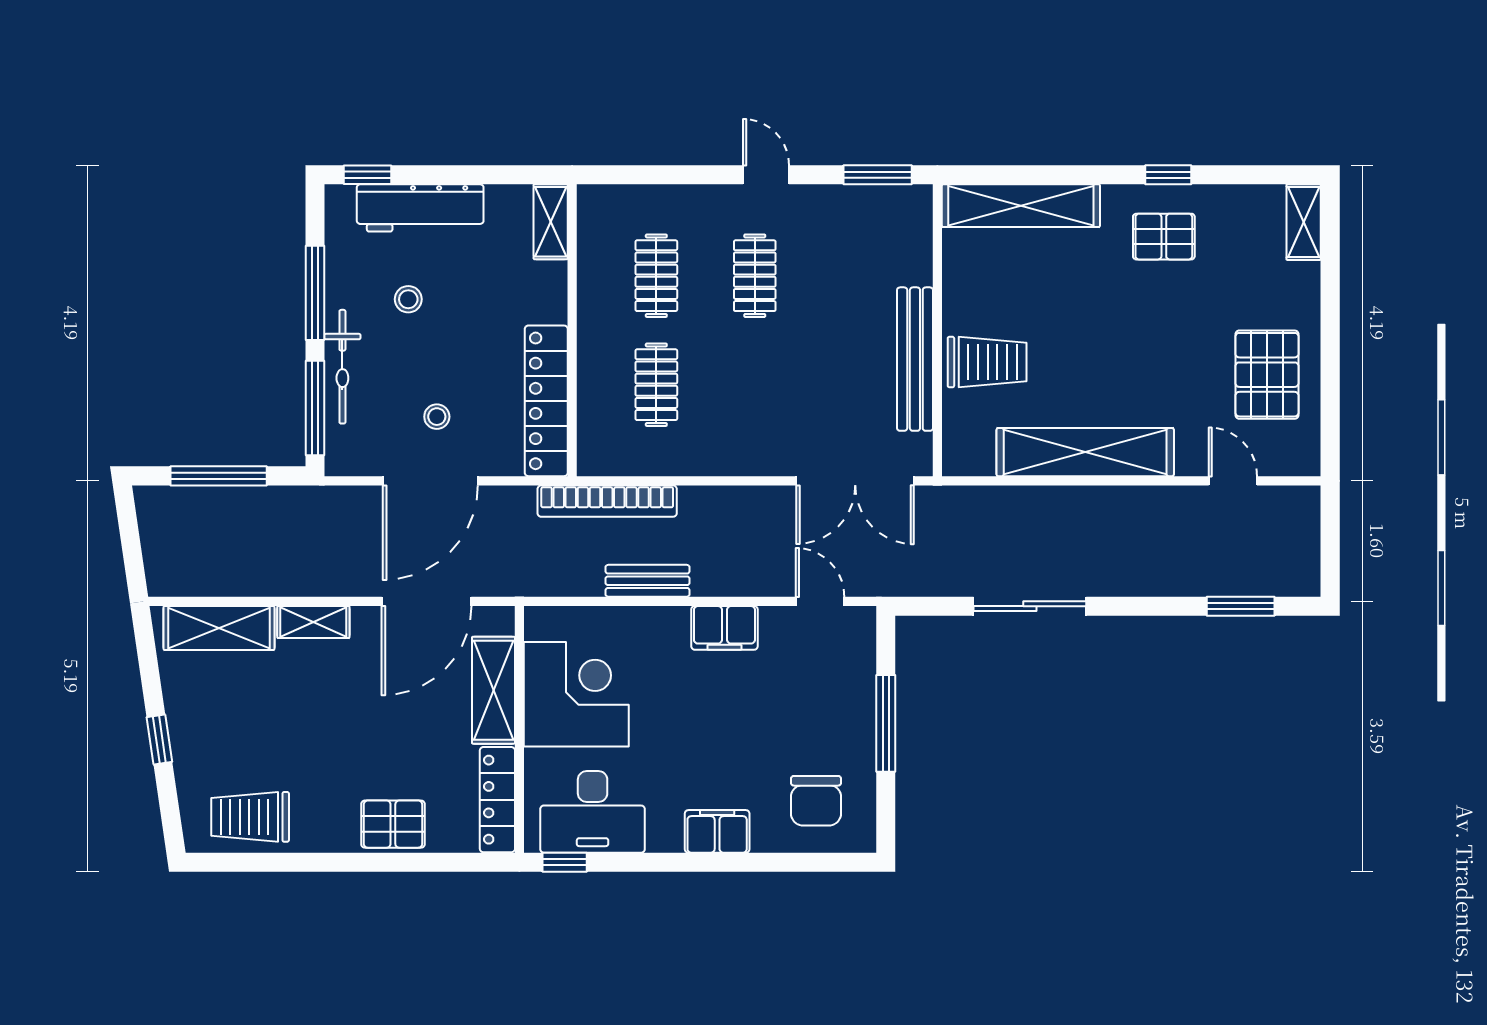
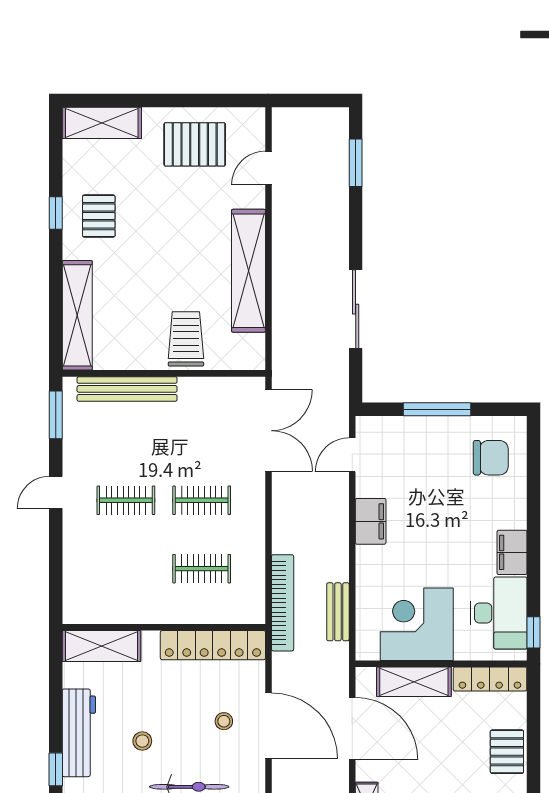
shelving: (551, 222) -> (101, 646), width x1.50, depth x1.33
shelving: (1304, 222) -> (102, 123), width x1.50, depth x1.33
clothes rail: (656, 276) -> (202, 500), moved
bench: (915, 359) -> (127, 389), moved
bench: (648, 581) -> (338, 612), moved
filing cabinet: (717, 831) -> (512, 552), moved

